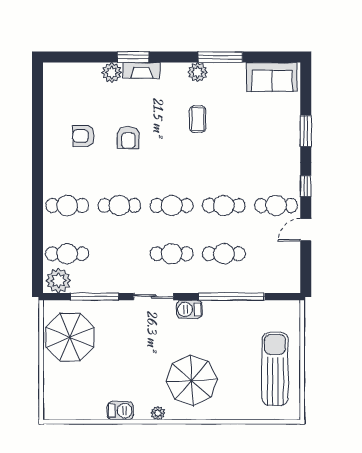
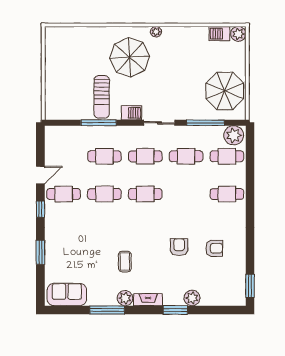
fireplace: (141, 70) -> (148, 300), moved
window: (38, 88) -> (250, 286), added
cafe table: (119, 205) -> (186, 156), moved
window: (231, 297) -> (99, 123), width x0.68
sun lounger: (275, 369) -> (102, 97), moved, width x0.73, depth x0.75
plant: (53, 410) -> (238, 34), added
barbecue: (120, 411) -> (219, 34), moved

